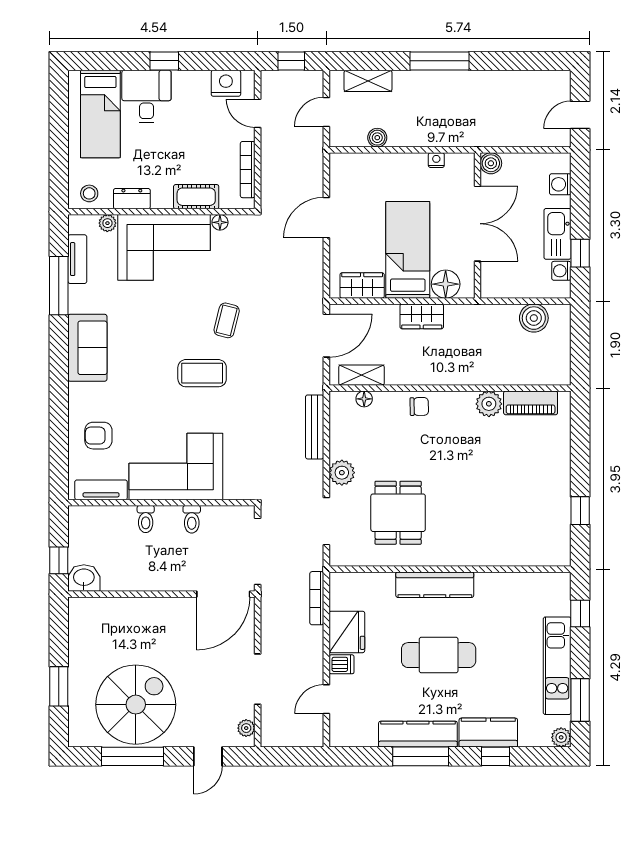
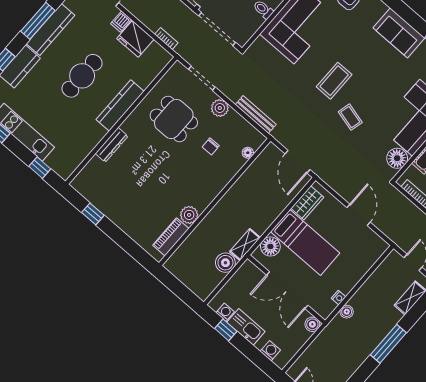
boiler: (377, 138) -> (347, 312), moved
floor lamp: (220, 222) -> (397, 158), width x1.89, depth x1.89
wardrobe: (422, 316) -> (264, 220), removed
boiler: (534, 318) -> (225, 263), moved
shelving: (362, 375) -> (245, 245), moved
chair: (419, 406) -> (211, 146), moved
dresser: (486, 556) -> (112, 145), added
bookcase: (317, 598) -> (166, 39), width x0.64

